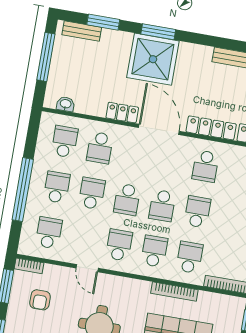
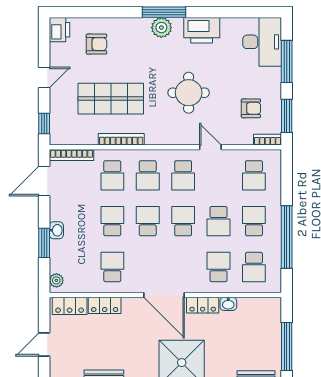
washbasin: (66, 104) -> (228, 304), moved
locker: (211, 128) -> (105, 305), width x0.66
school desk: (57, 187) -> (254, 221), turned 180
window: (23, 190) -> (287, 237), moved
school desk: (197, 212) -> (112, 221), turned 180
armchair: (40, 300) -> (251, 108), turned 90

